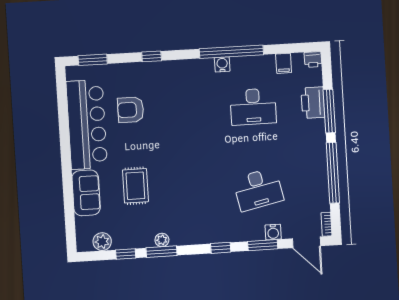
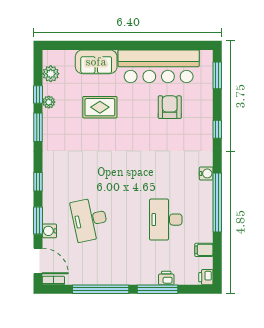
water cooler: (222, 64) -> (206, 173), moved
printer: (313, 103) -> (166, 278), width x0.53, depth x0.68
plant: (162, 240) -> (49, 102), moved
door: (306, 242) -> (38, 261), swing flipped

